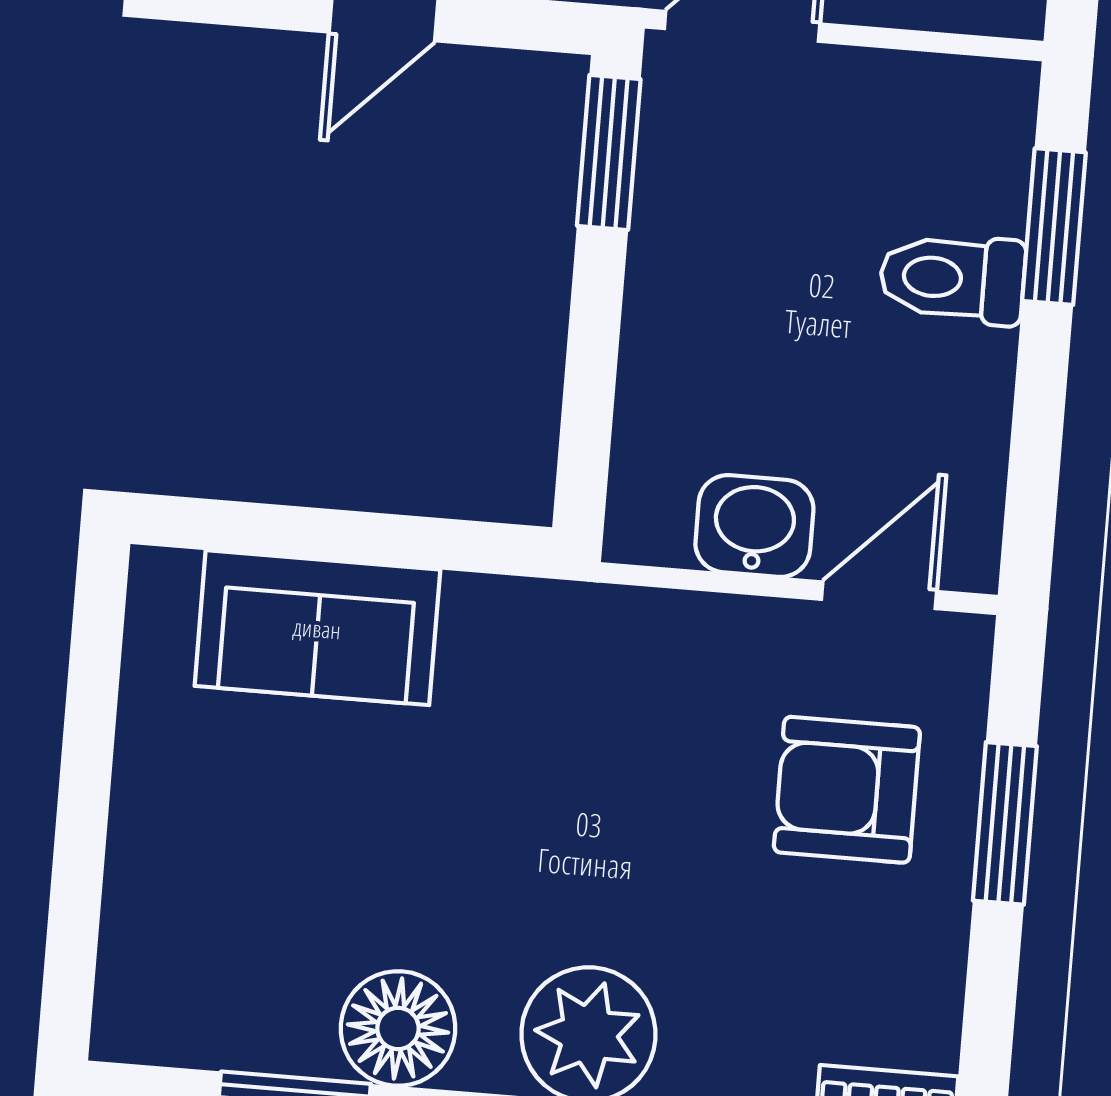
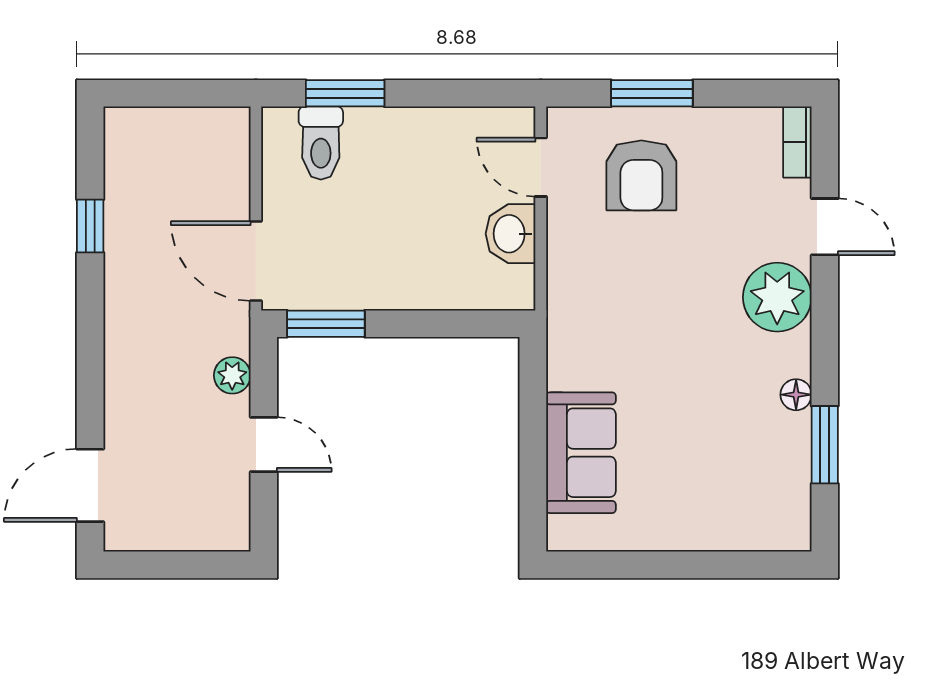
toilet: (952, 278) -> (321, 143), moved
floor lamp: (398, 1028) -> (796, 395), width x0.53, depth x0.53

